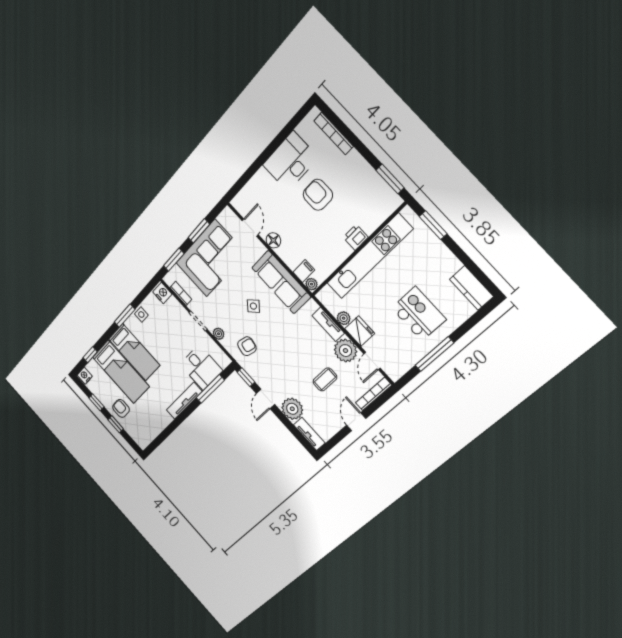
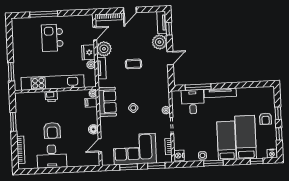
window: (390, 179) -> (13, 122), moved
sofa: (281, 282) -> (107, 102), width x0.73
kitchen counter: (471, 288) -> (18, 30), removed
armchair: (247, 346) -> (156, 92), removed
window: (434, 354) -> (44, 14), moved
window: (246, 377) -> (169, 29), moved
coffee table: (325, 379) -> (133, 64), moved

